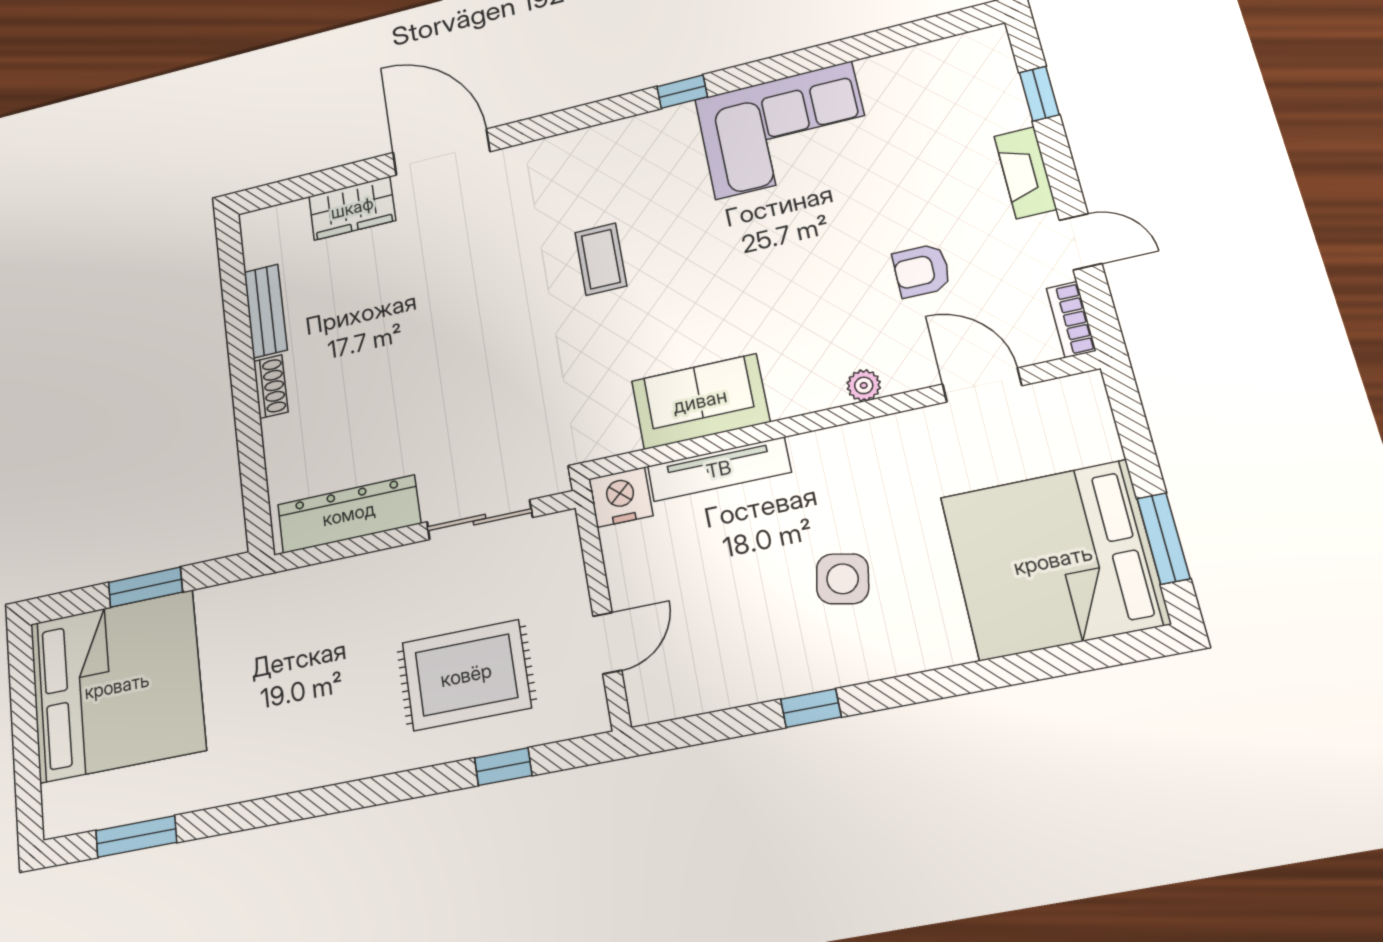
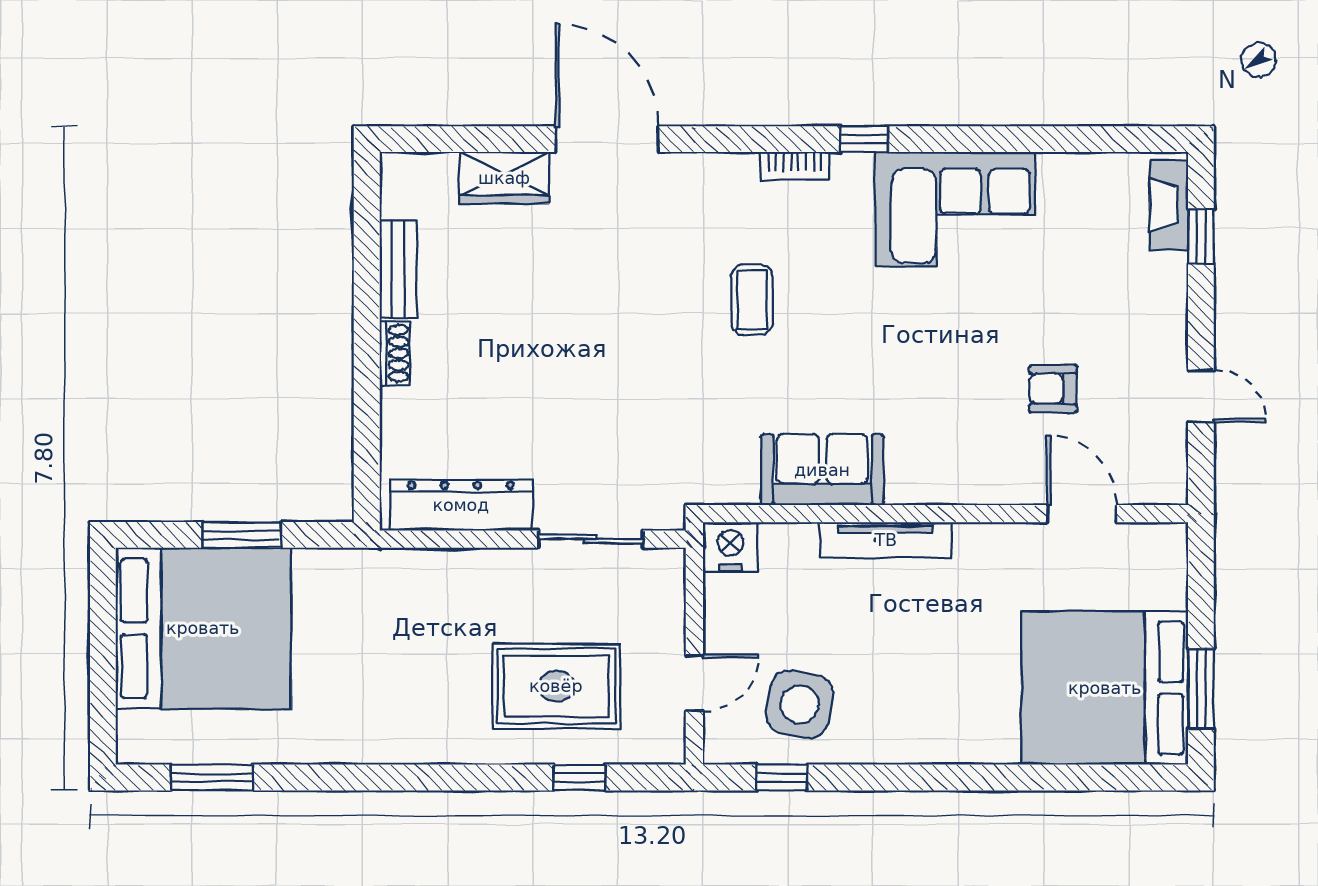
fireplace: (1025, 173) -> (1169, 205), moved
bookcase: (1071, 320) -> (795, 166), moved, turned -90
plant: (864, 385) -> (976, 489), removed
tv unit: (719, 469) -> (886, 540), moved
side table: (843, 579) -> (800, 704), moved, width x1.37, depth x1.37
window: (811, 708) -> (782, 778), moved

